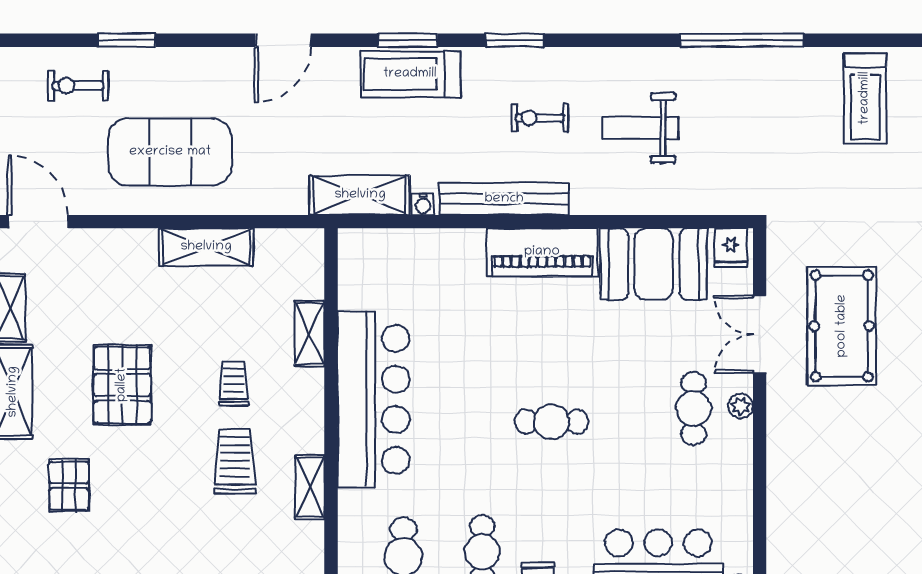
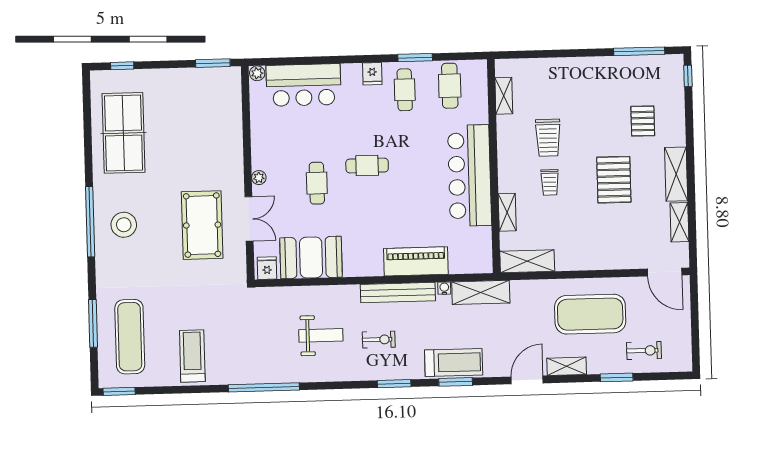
shelving: (214, 62) -> (567, 366), added
shelving: (206, 247) -> (527, 261), moved
piano: (542, 252) -> (416, 261), moved
cafe table: (694, 409) -> (317, 183), moved
shelving: (310, 487) -> (504, 96), moved

